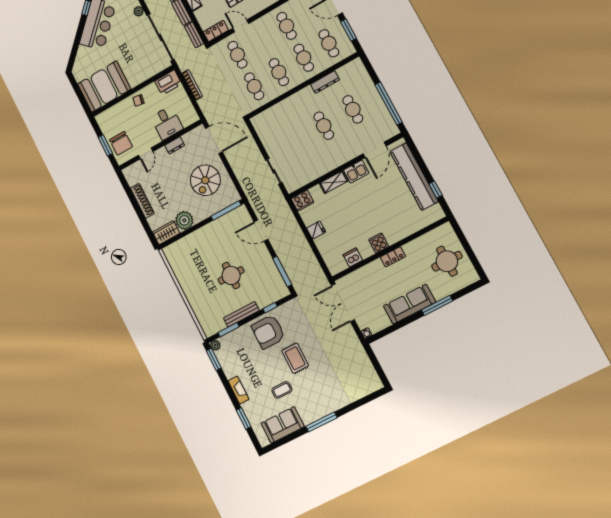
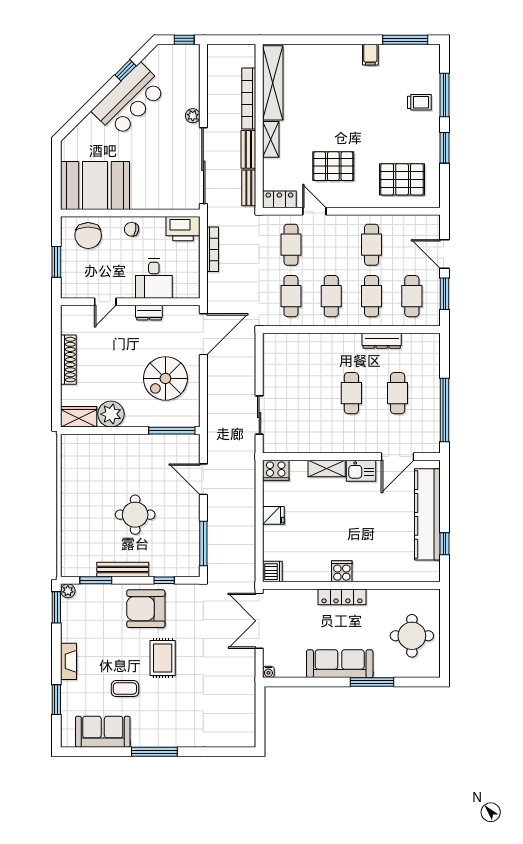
door: (214, 140) -> (203, 334), hinge flipped
chair: (121, 143) -> (88, 236), moved
dishwasher: (353, 257) -> (272, 572), moved, turned 90
locker: (393, 257) -> (342, 597), width x1.53

